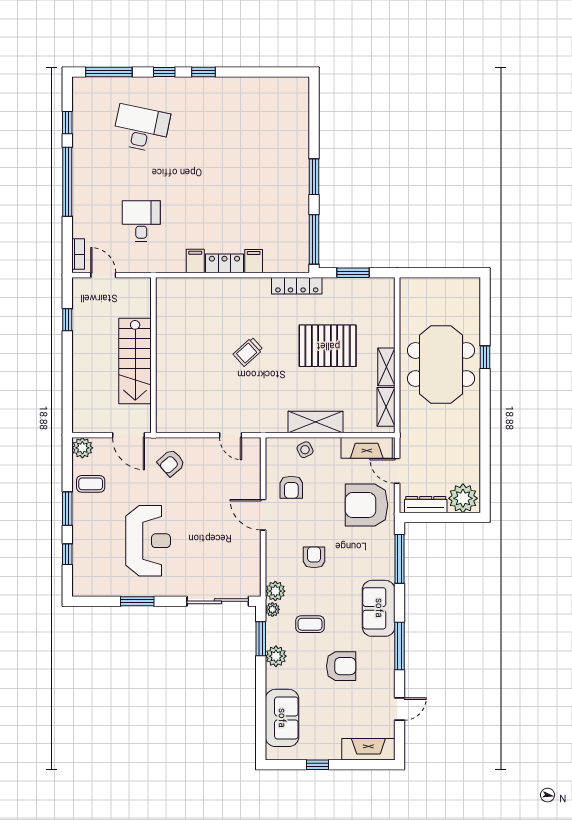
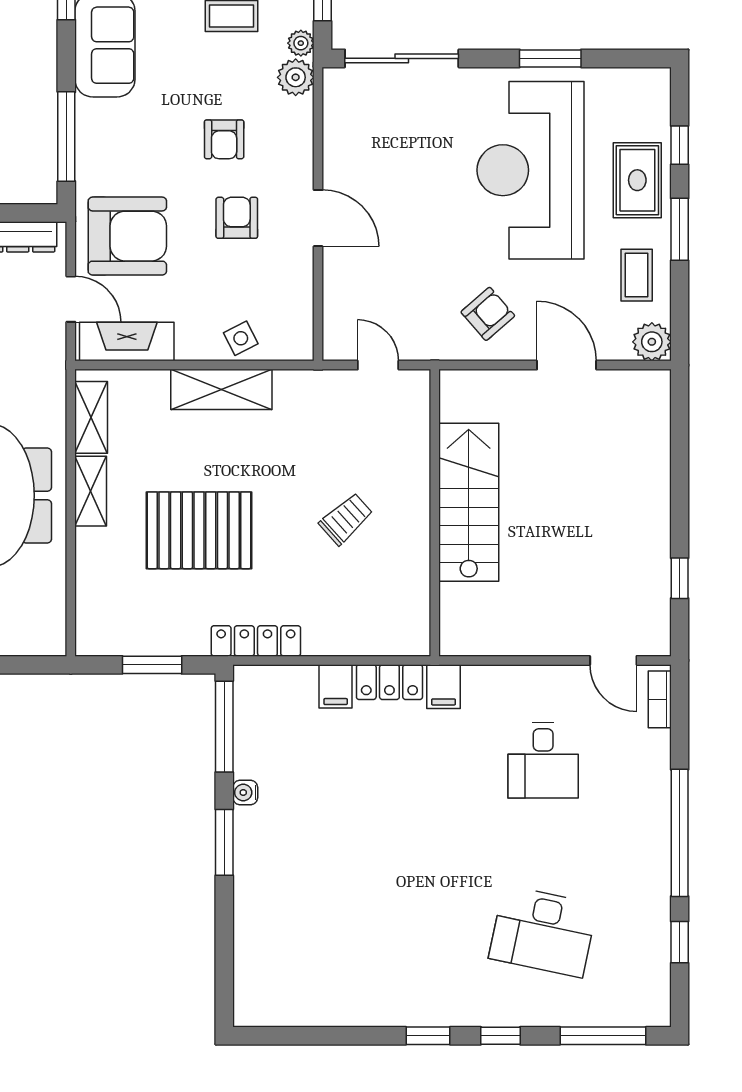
water cooler: (303, 204) -> (245, 793), added
wall: (153, 355) -> (435, 513), moved
stairs: (135, 361) -> (469, 502), moved
coffee table: (91, 484) -> (637, 275), turned 90
armchair: (291, 487) -> (237, 218), moved
rug: (90, 535) -> (637, 180), added
reception desk: (148, 541) -> (531, 170), width x1.36, depth x1.30

